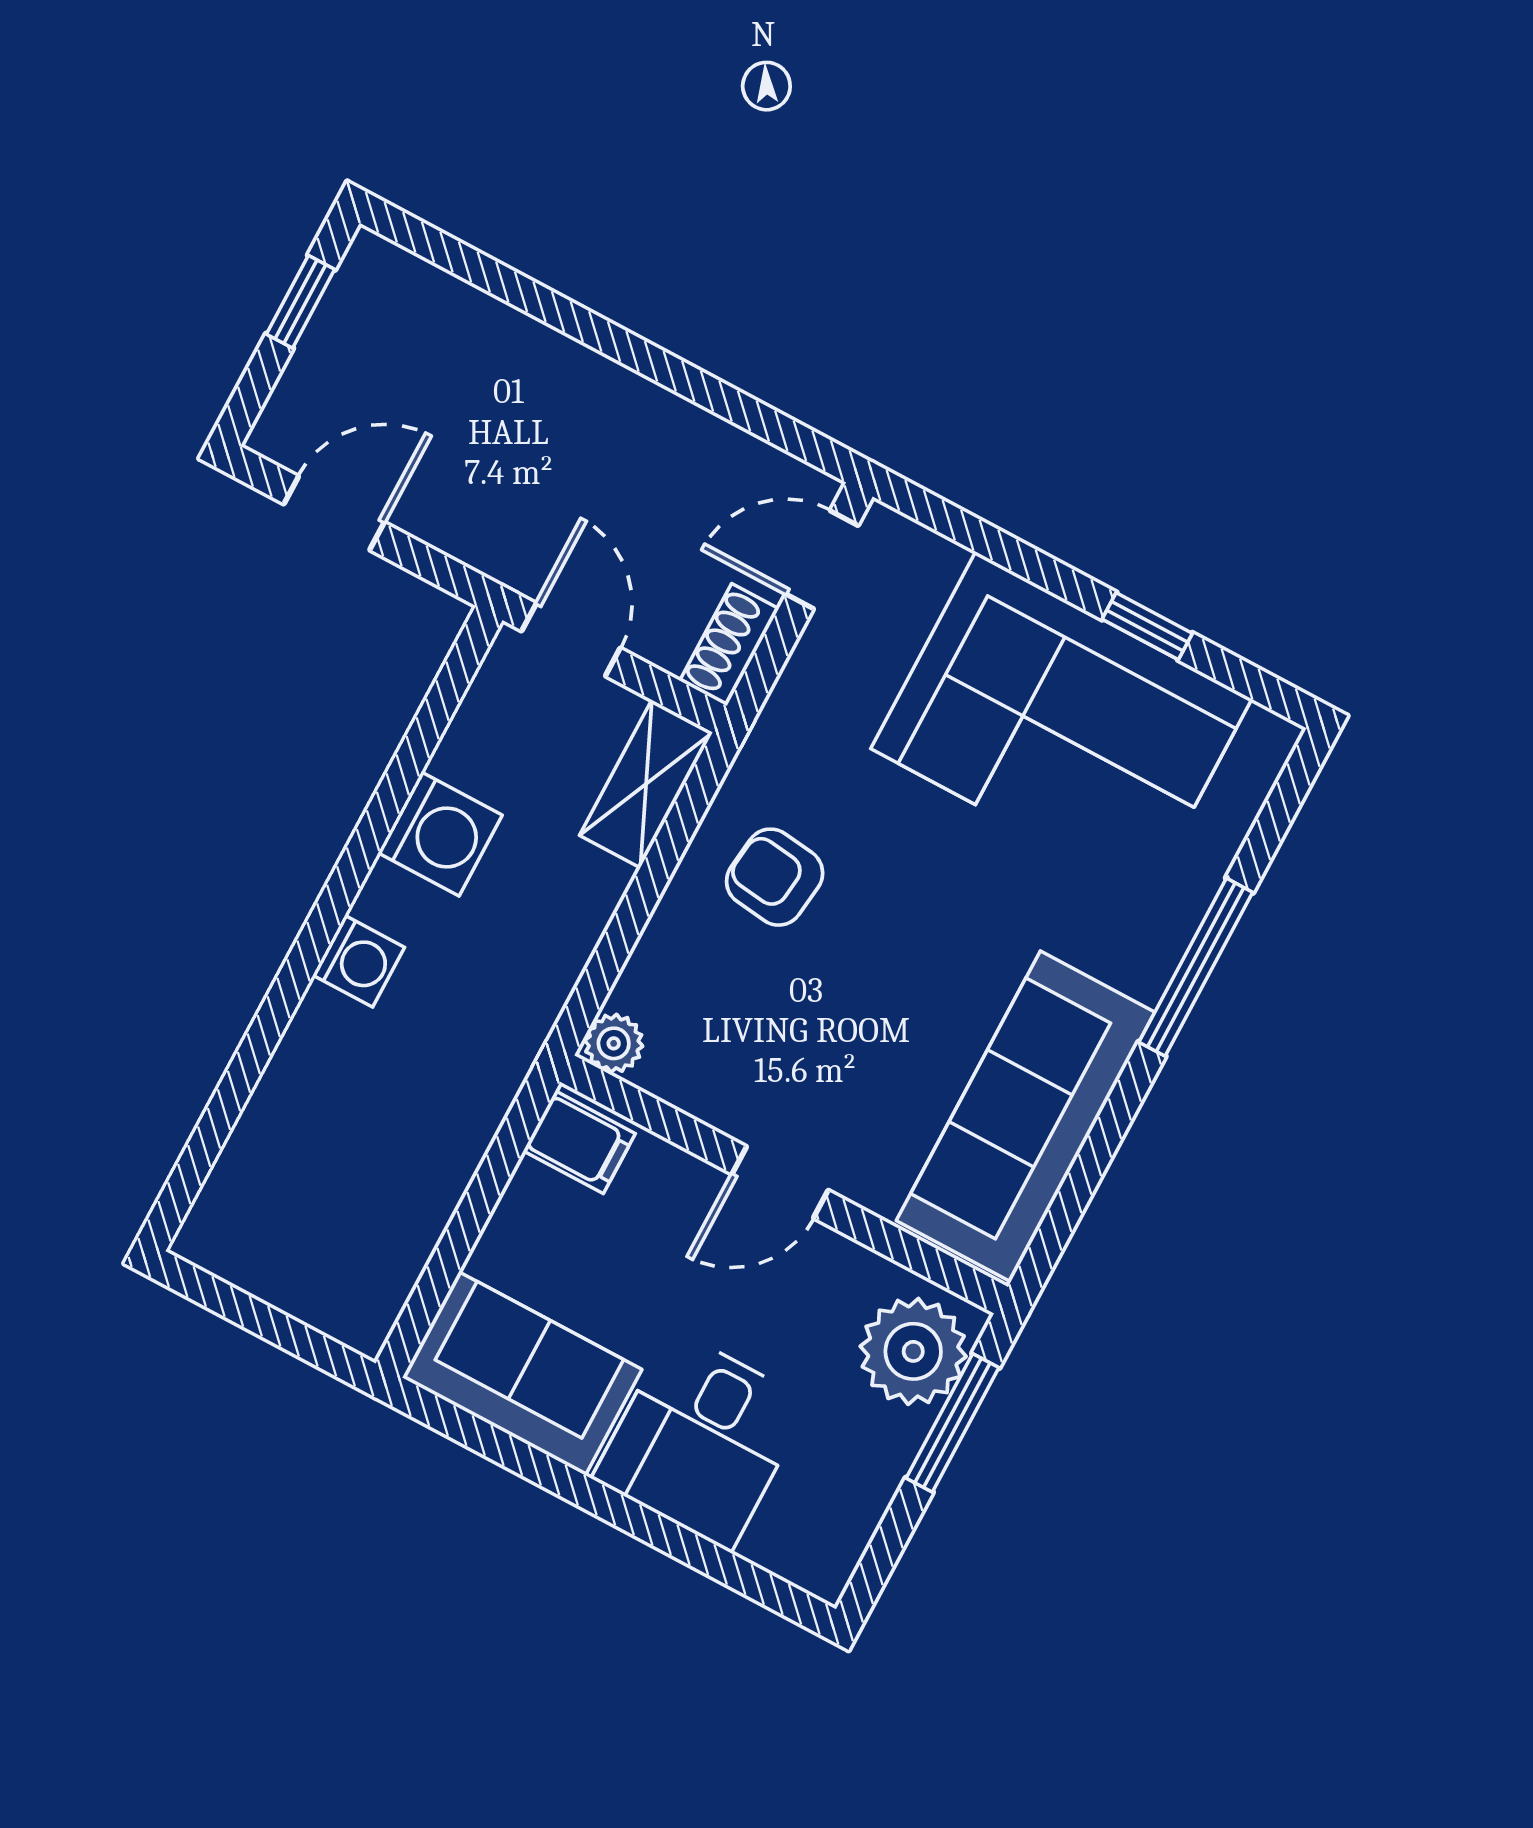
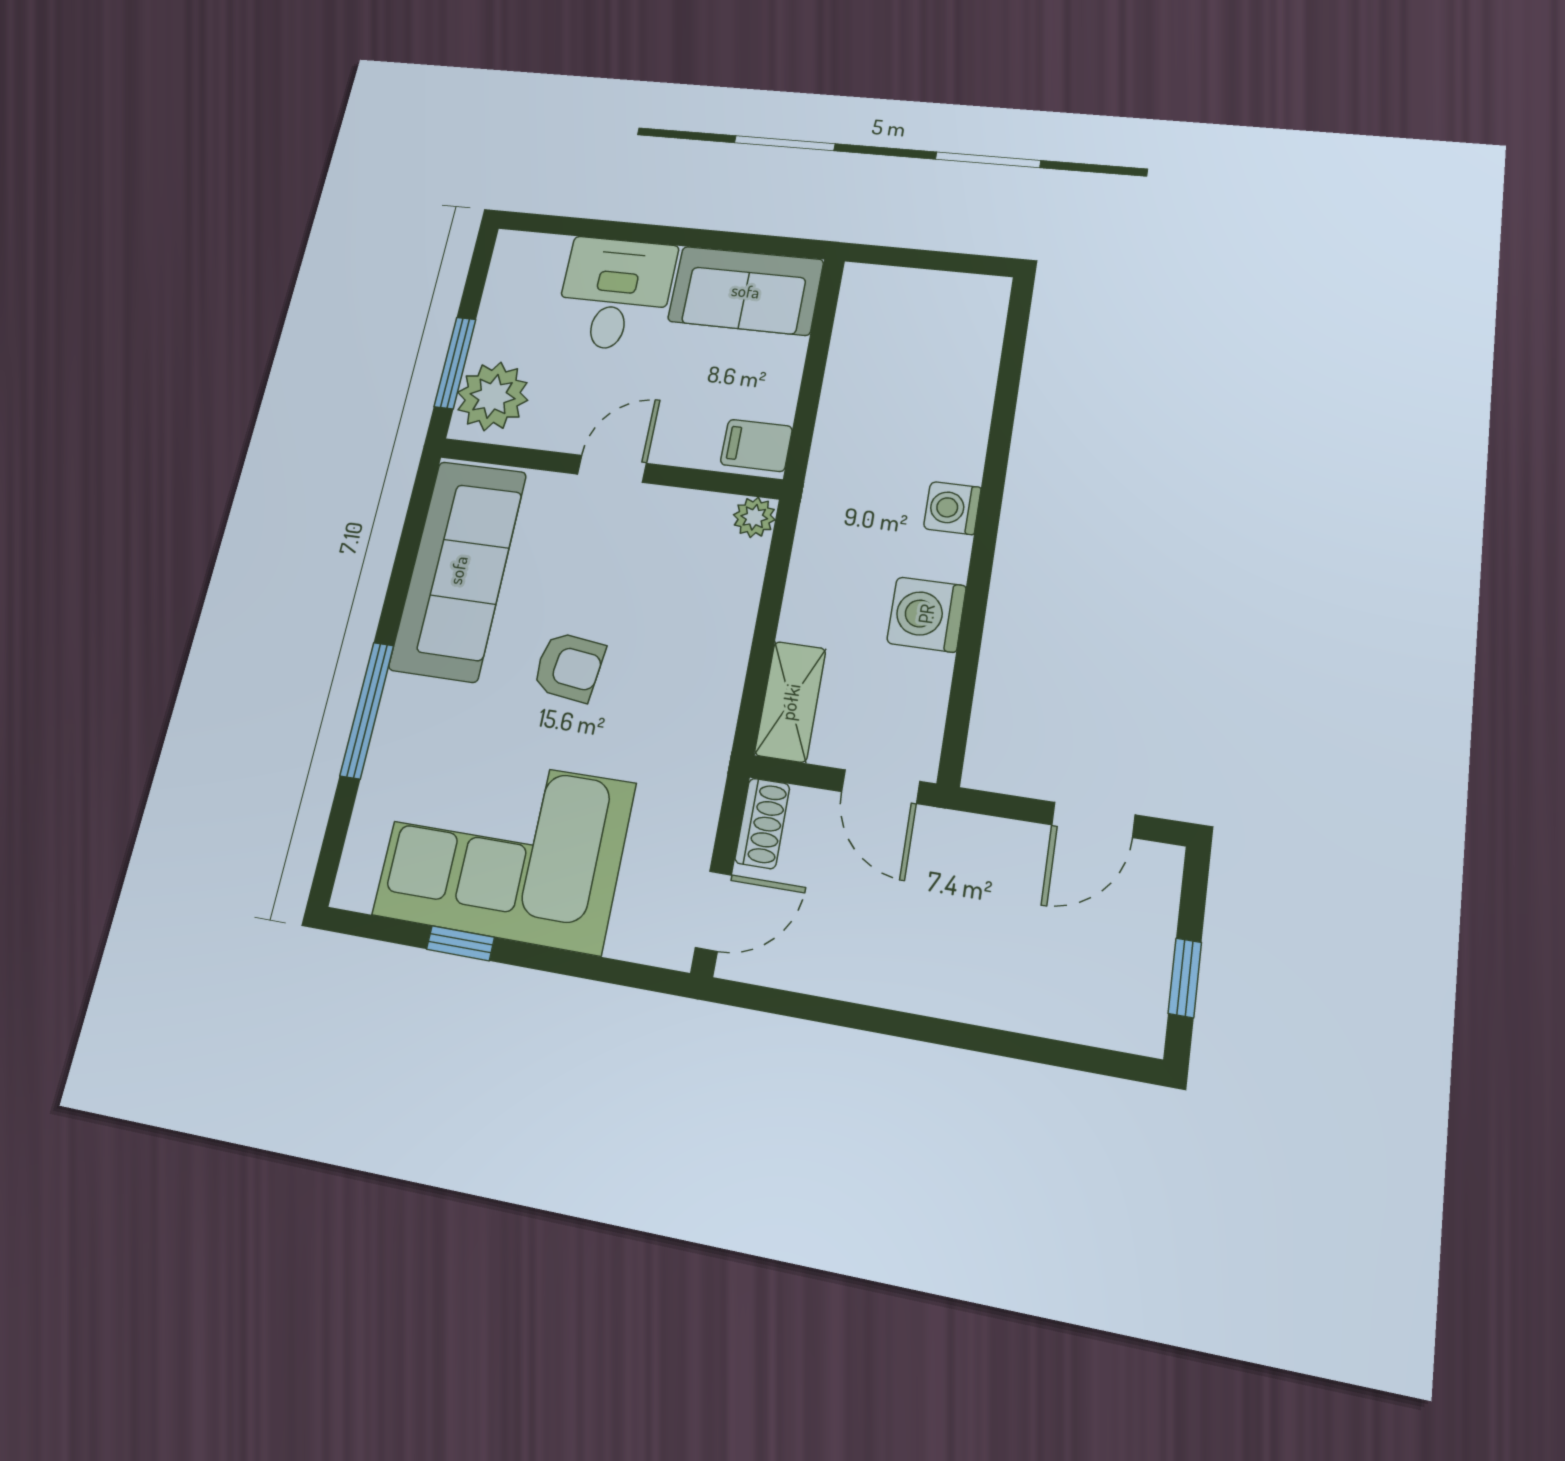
armchair: (775, 877) -> (569, 667), moved

